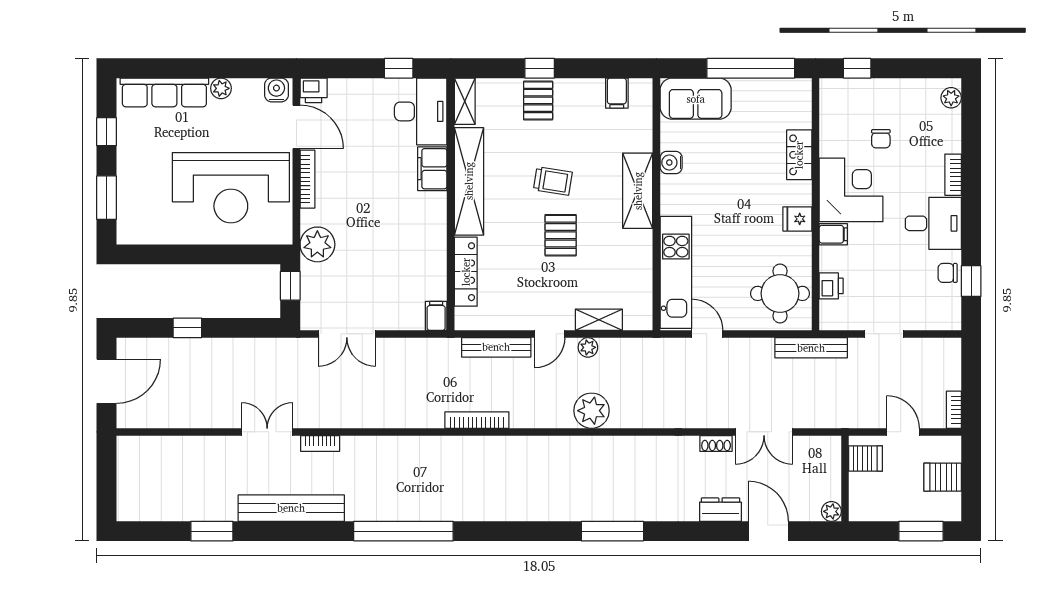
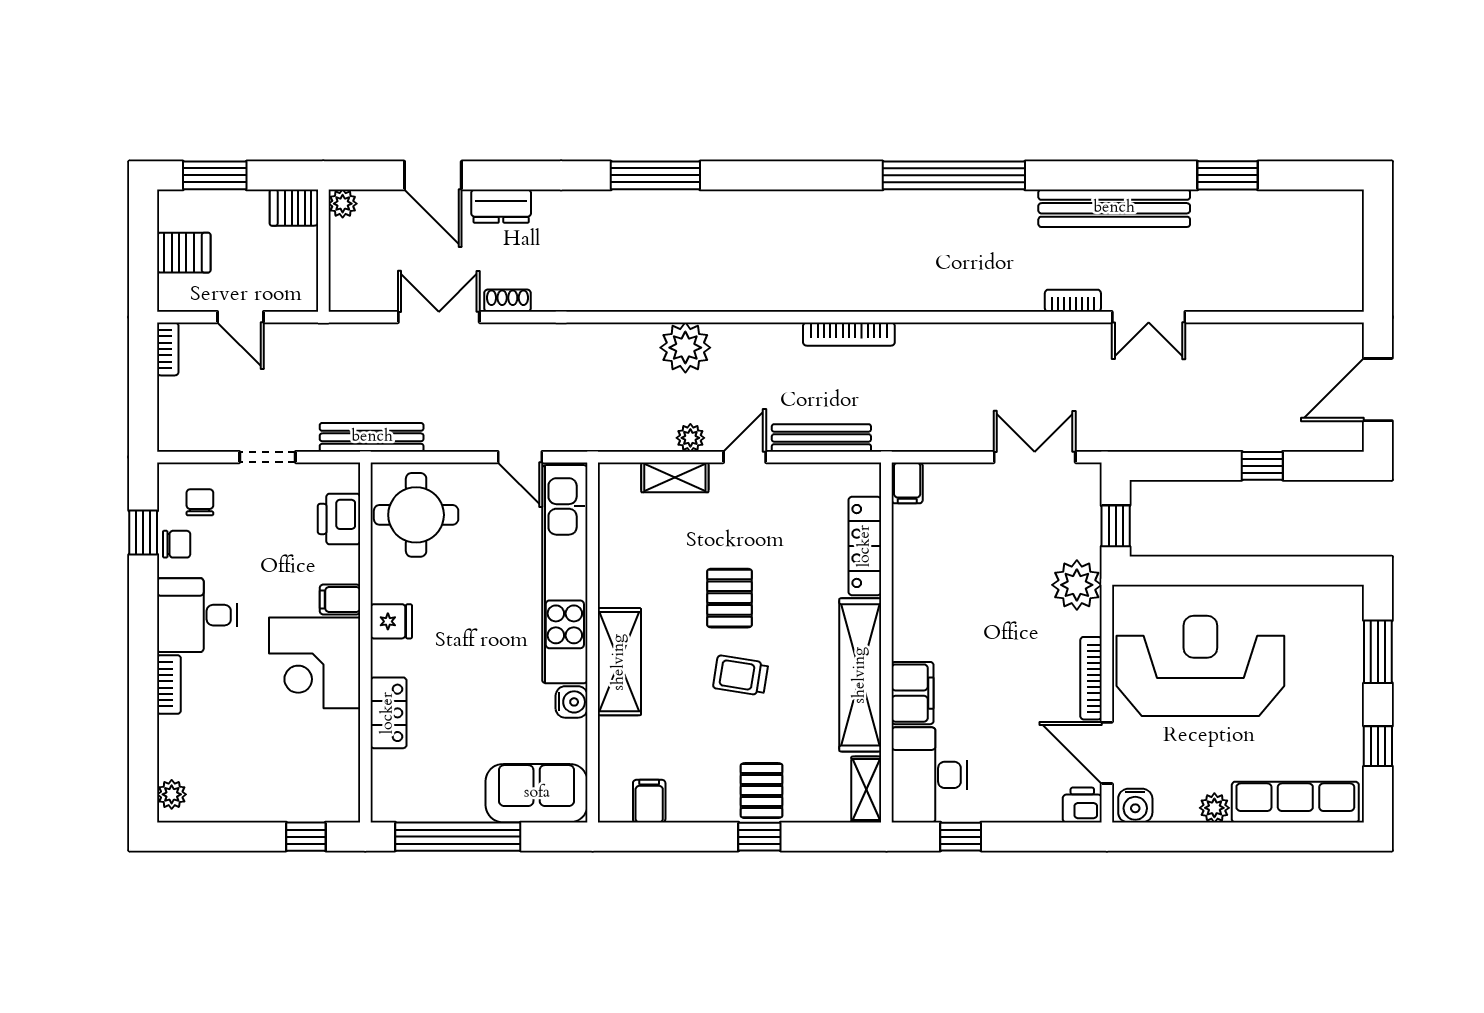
chair: (881, 139) -> (200, 502), moved
kitchen unit: (676, 272) -> (565, 574), width x1.36
printer: (831, 286) -> (339, 519), width x1.36, depth x1.24
server rack: (866, 458) -> (294, 208), moved

